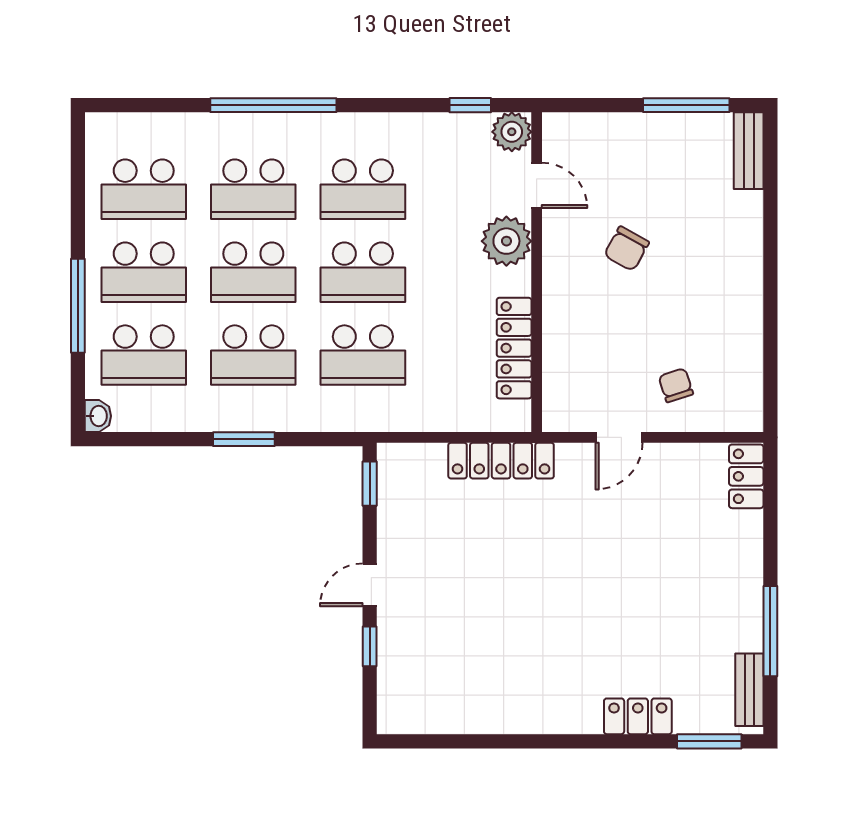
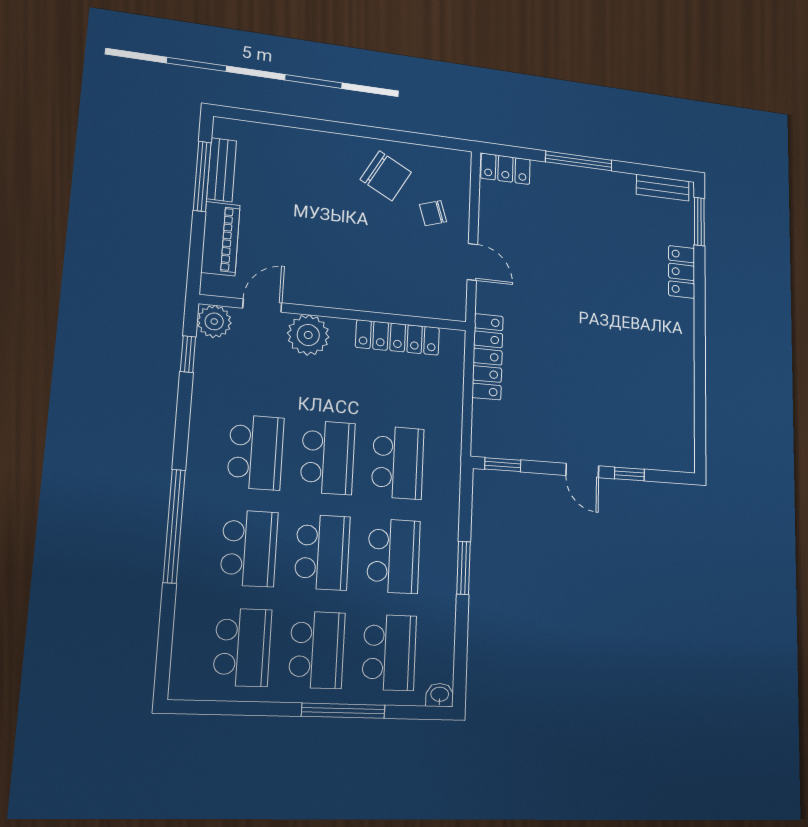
piano: (612, 132) -> (221, 239), added
bench: (749, 151) -> (222, 170), moved, turned 90
chair: (627, 249) -> (386, 176), moved, width x1.37, depth x1.37
window: (770, 631) -> (579, 161), moved

